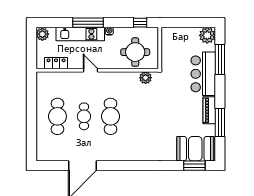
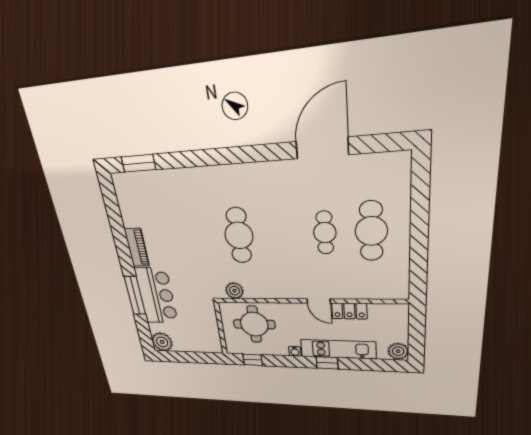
window: (88, 23) -> (327, 363), width x0.46
window: (220, 59) -> (135, 296), moved
locker: (56, 63) -> (349, 311), moved
cafe table: (110, 116) -> (239, 236), moved
window: (220, 123) -> (118, 231), removed
booth: (195, 149) -> (143, 190), removed

